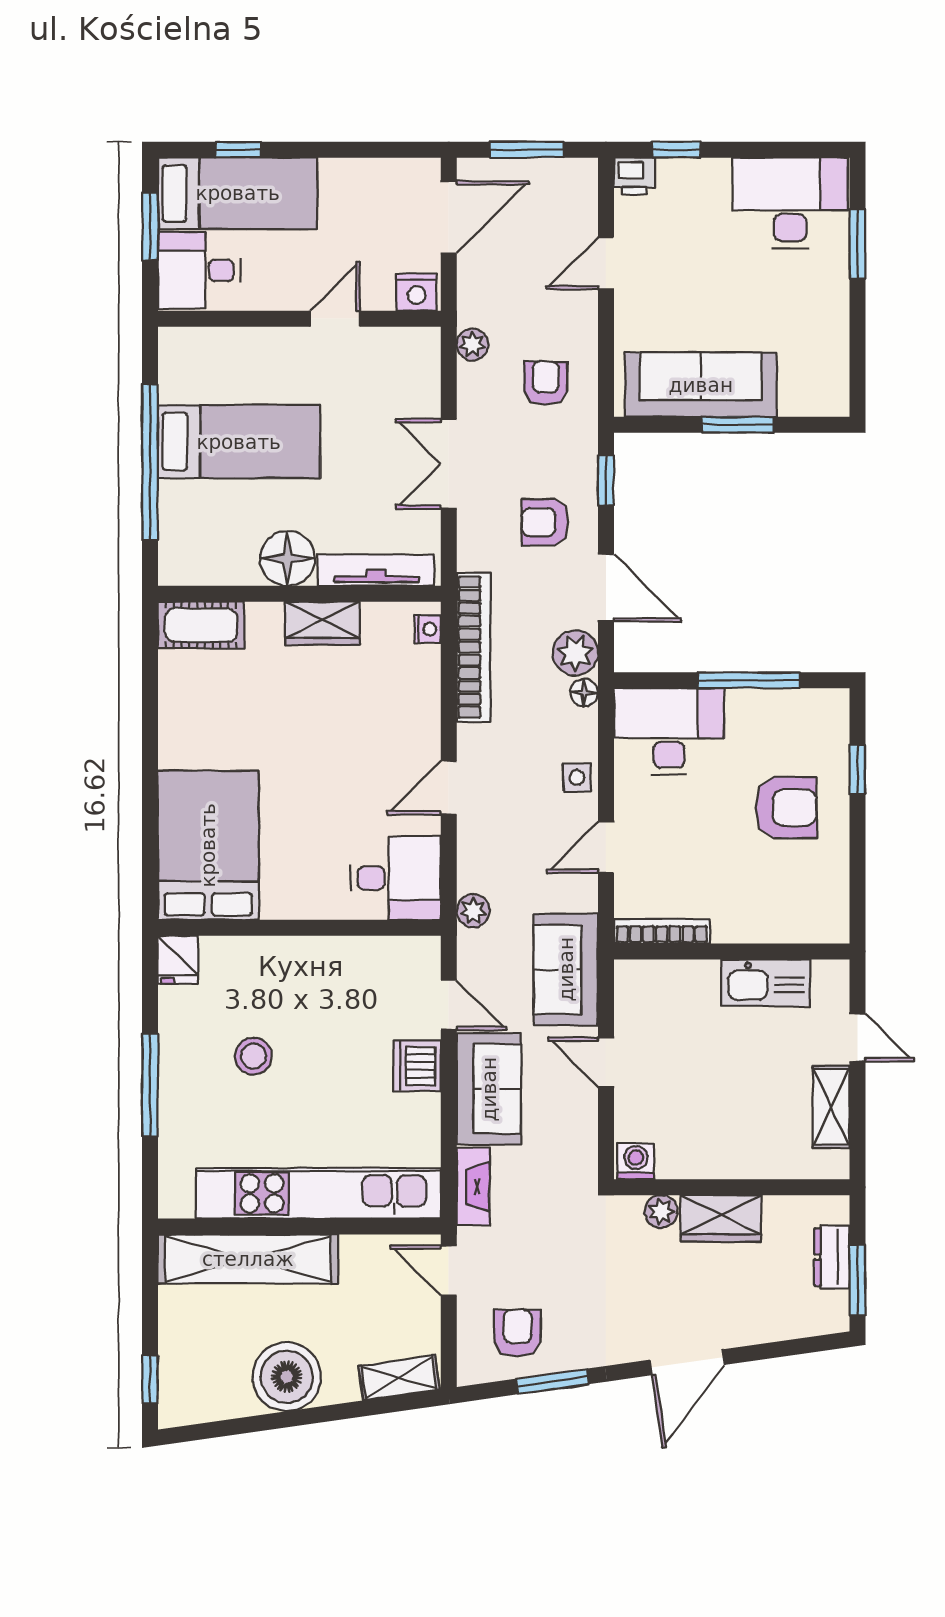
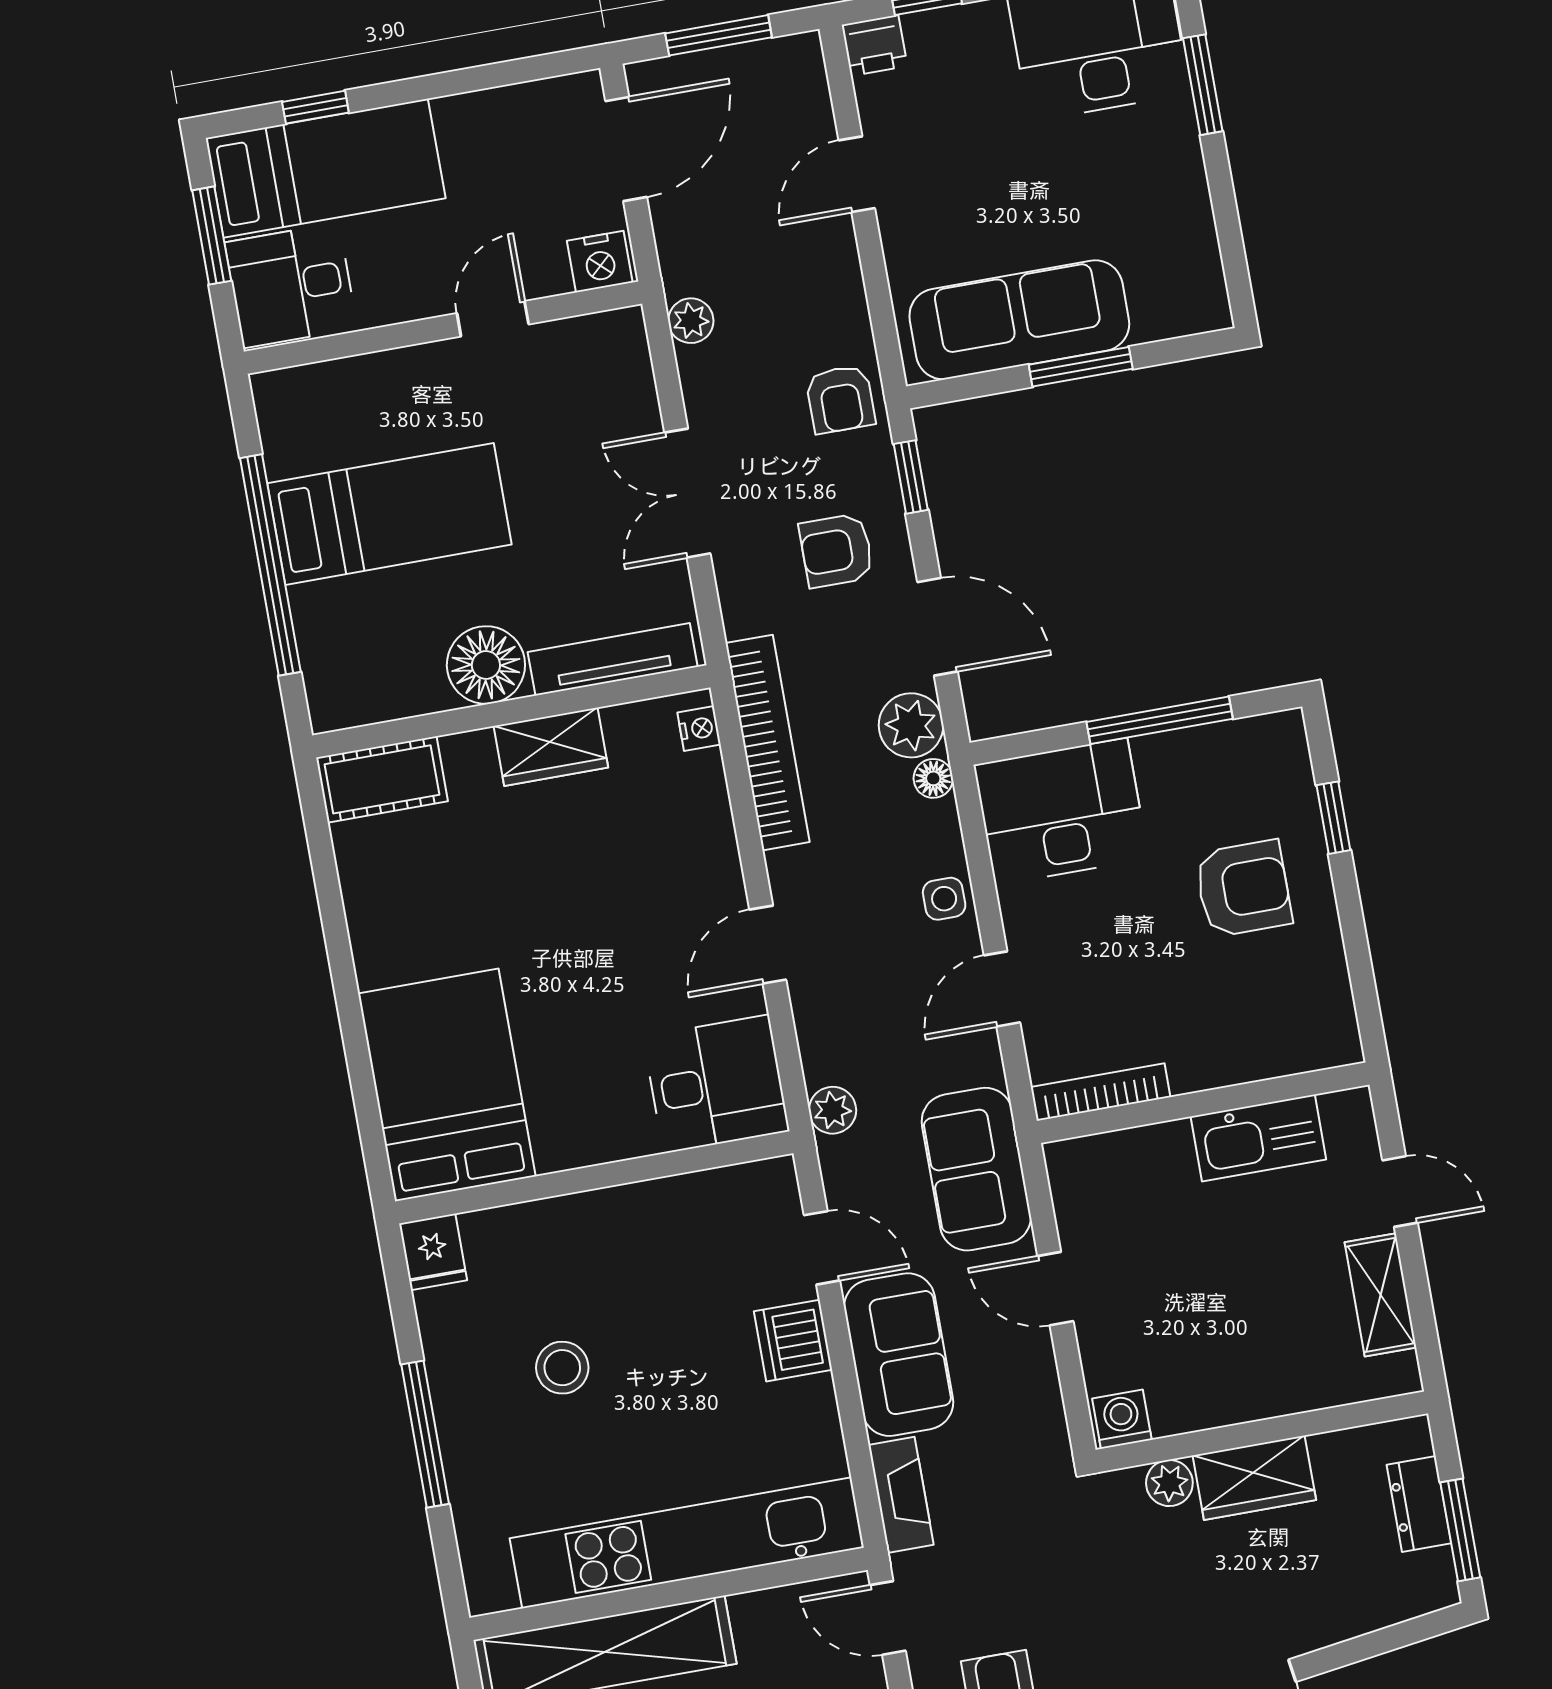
armchair: (546, 383) -> (840, 399), moved, turned 180

